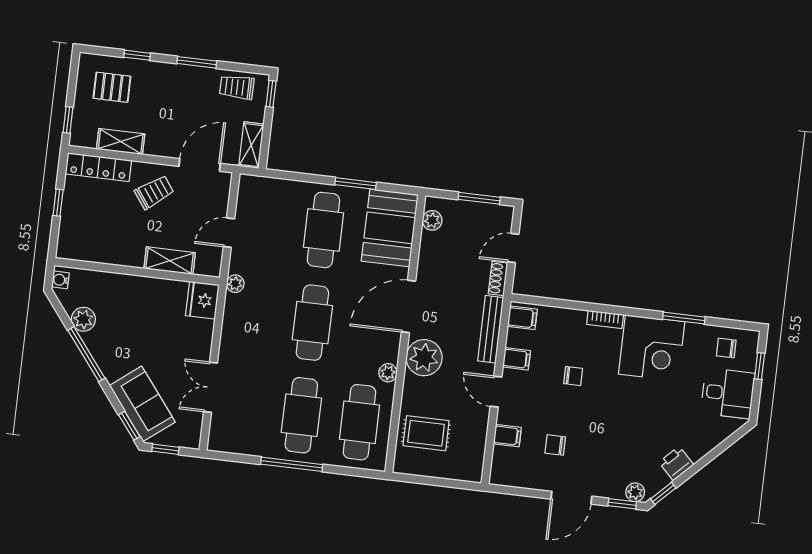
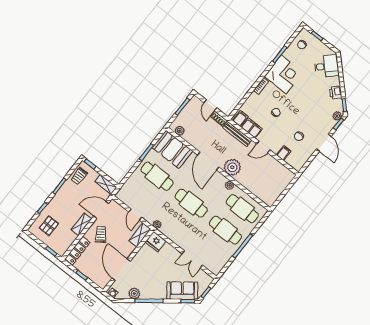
shelving: (121, 142) -> (81, 224), moved
door: (200, 165) -> (101, 210), hinge flipped
shelving: (170, 261) -> (140, 235), moved
door: (112, 269) -> (121, 270), added
filing cabinet: (516, 359) -> (252, 128), width x2.00
desk: (728, 393) -> (326, 66), moved, turned 45
rug: (426, 433) -> (263, 185), removed

